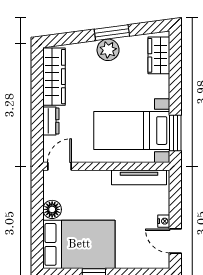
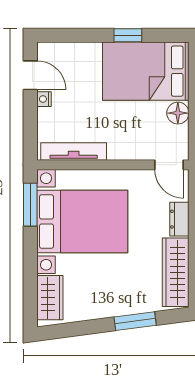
window: (112, 33) -> (135, 321), moved
plant: (108, 50) -> (111, 304), removed
bed with nightstands: (132, 131) -> (82, 221), width x1.36
door: (60, 166) -> (169, 165), hinge flipped

